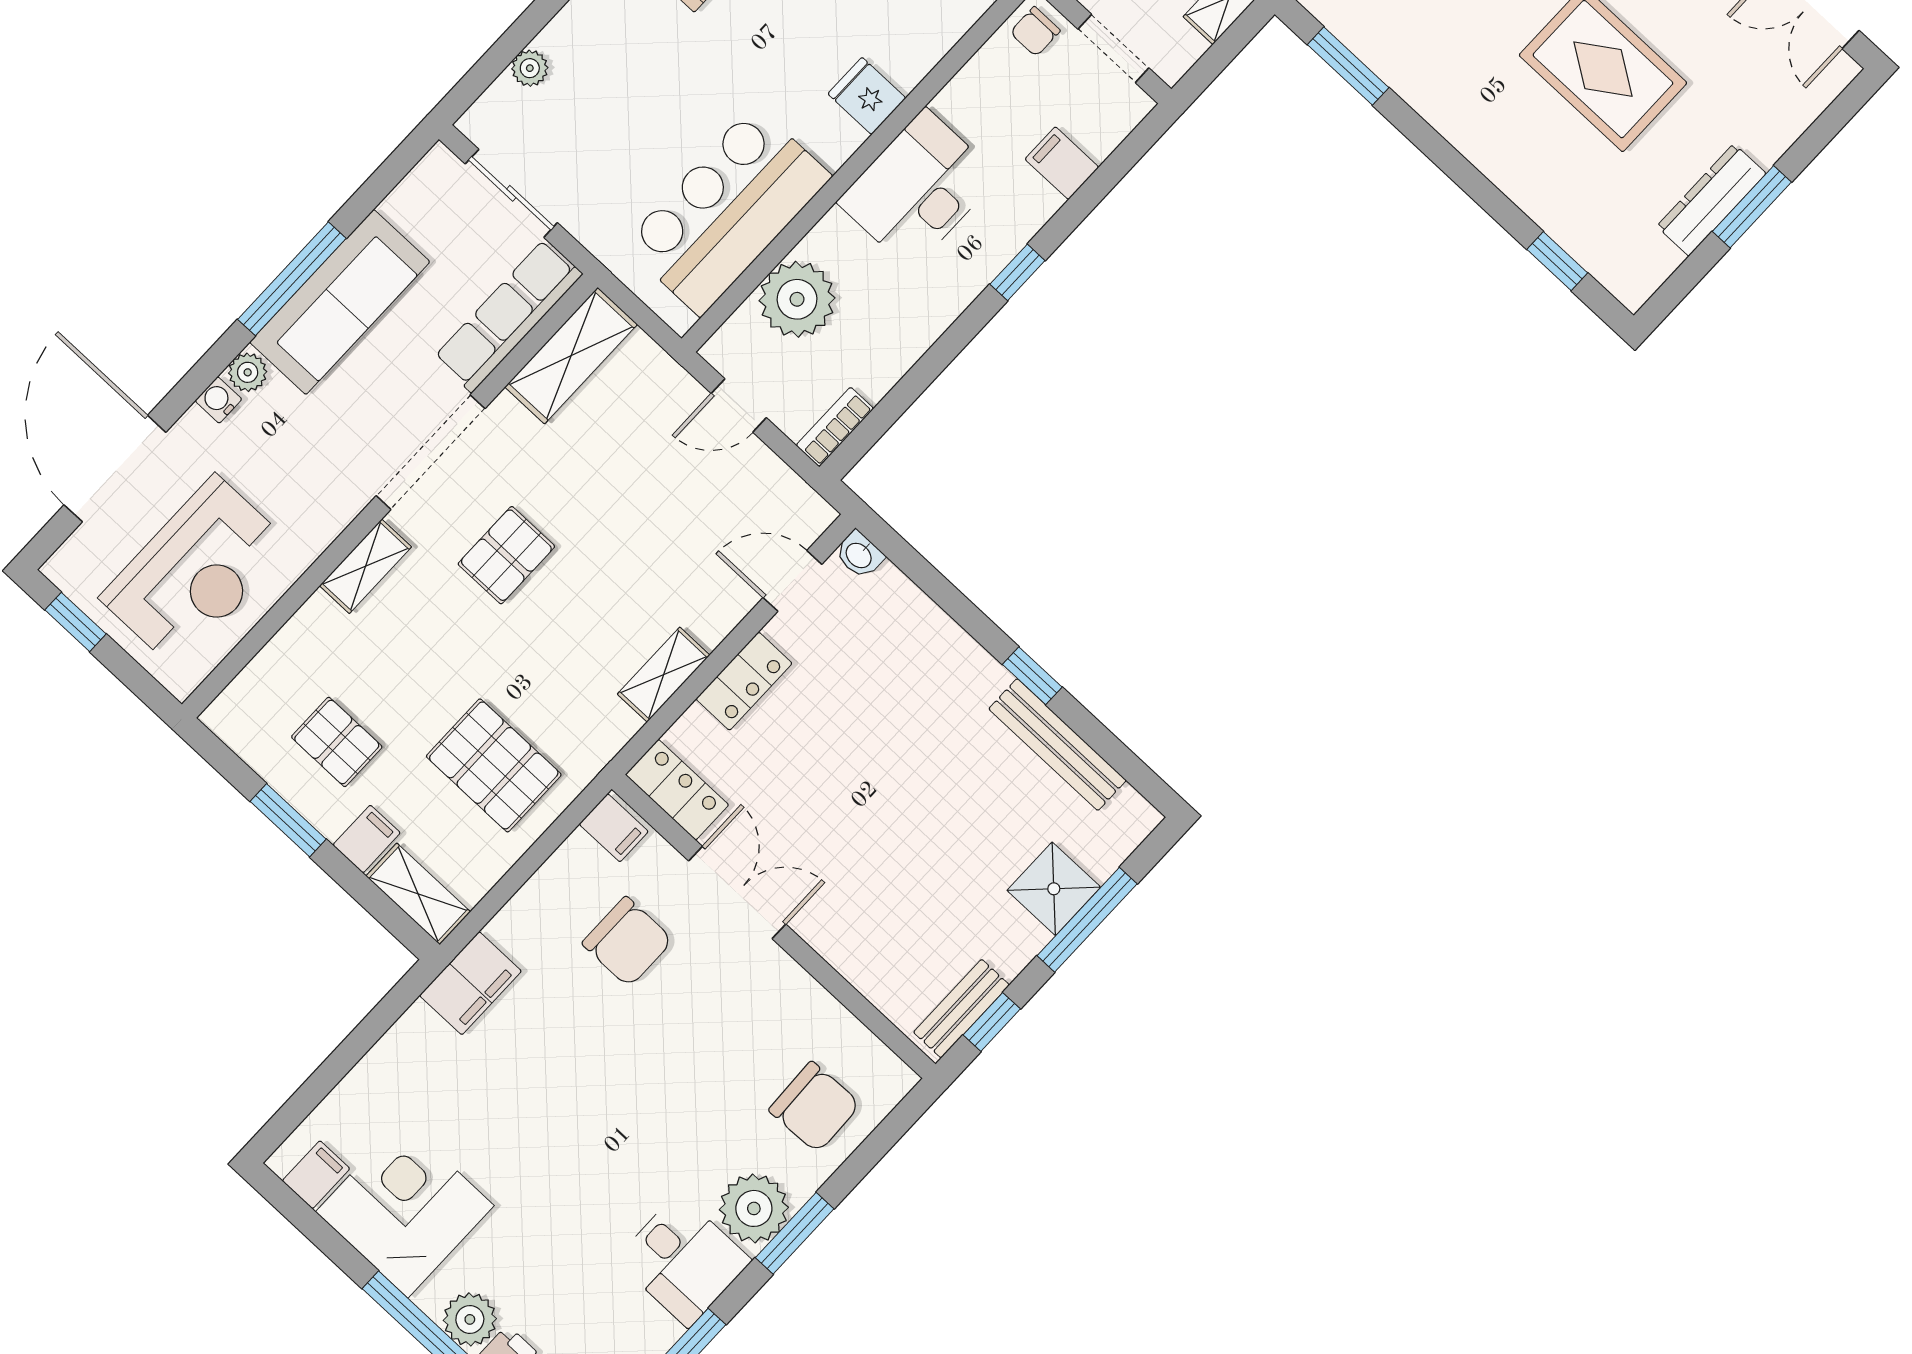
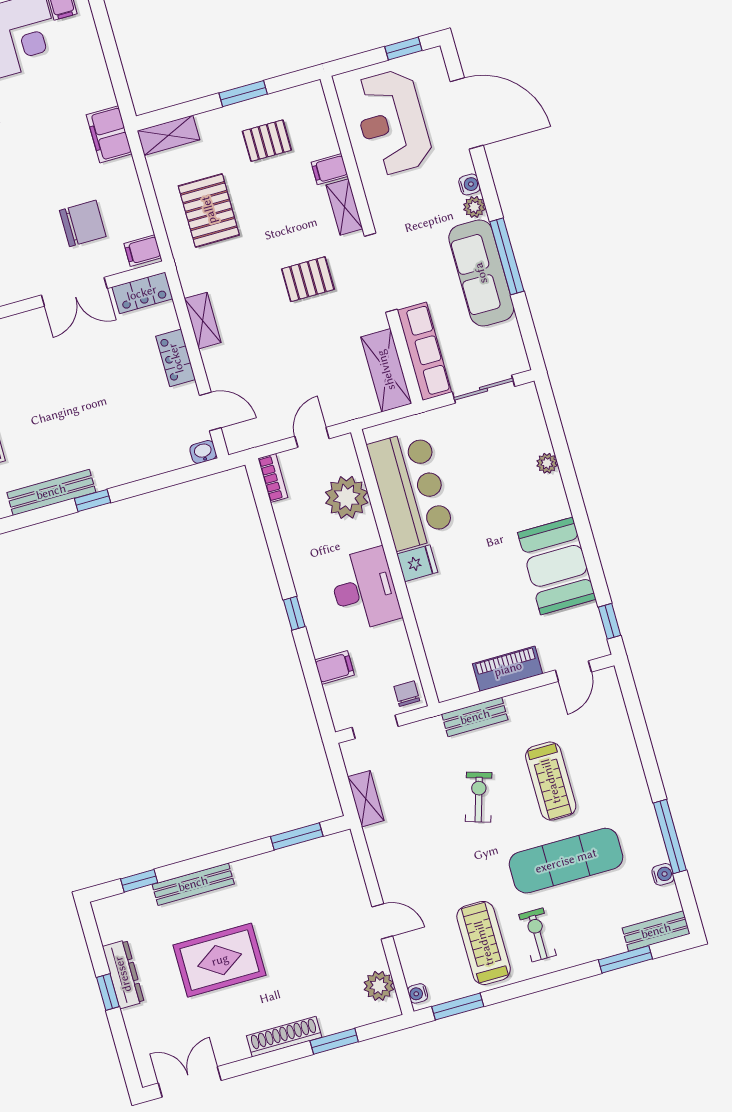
plant: (530, 68) -> (547, 463), moved
fridge: (867, 96) -> (417, 563), moved
bench: (1514, 177) -> (193, 884), added
window: (1752, 207) -> (108, 992), width x0.67
pallet: (506, 555) -> (308, 279), turned 90
door: (792, 581) -> (210, 411), hinge flipped
pallet: (494, 765) -> (209, 210), turned 90
filing cabinet: (367, 839) -> (330, 169), moved, turned 90
chair: (627, 942) -> (83, 223), turned 180

